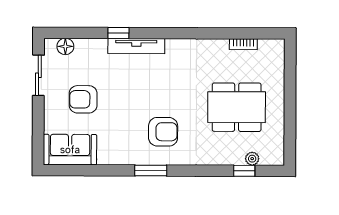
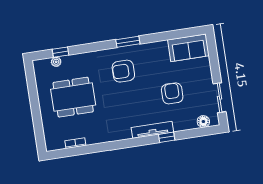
armchair: (83, 99) -> (172, 93), moved, turned -90

